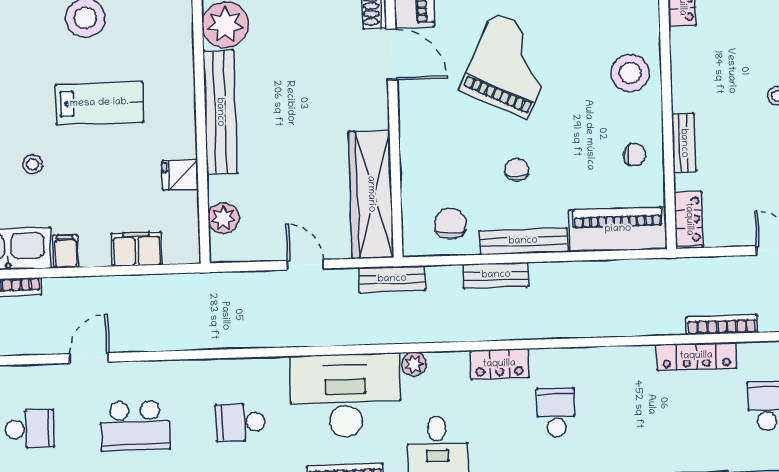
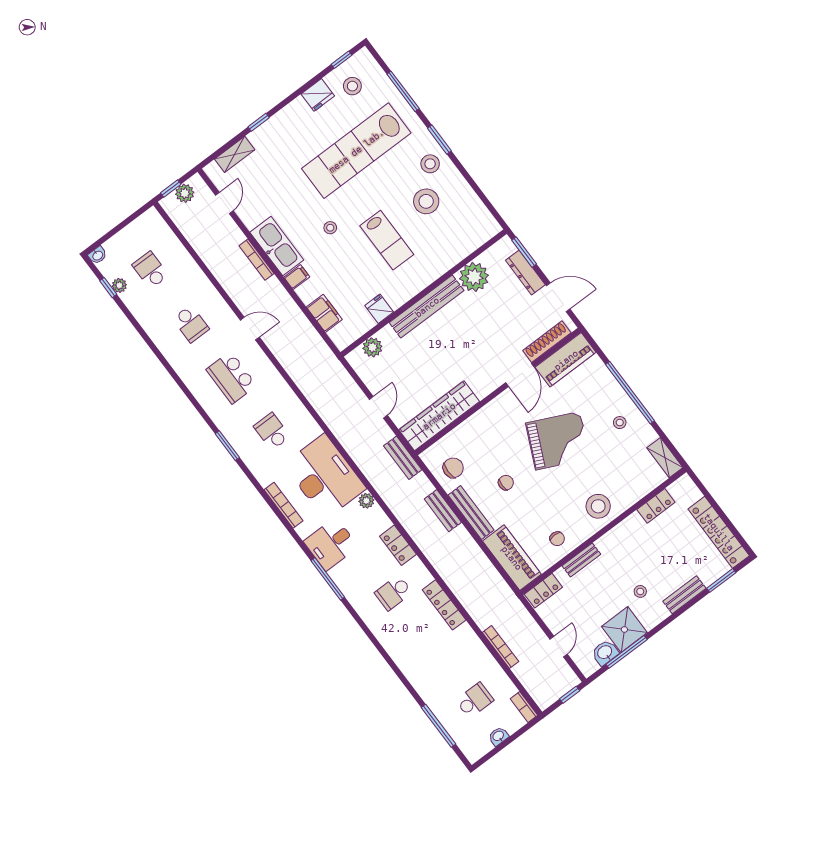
locker: (696, 356) -> (444, 605), moved
school desk: (556, 412) -> (394, 593), turned 180

